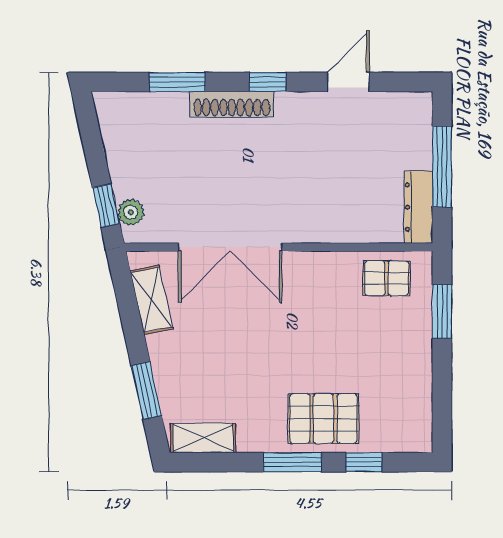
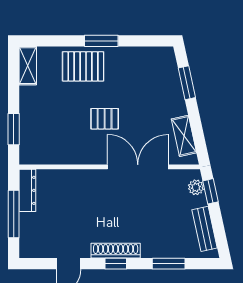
shoe rack: (232, 104) -> (116, 251), moved
bench: (116, 141) -> (205, 229), added
pallet: (387, 278) -> (105, 119), moved
shelving: (203, 438) -> (28, 66), moved, turned 90
window: (364, 462) -> (59, 41), removed

